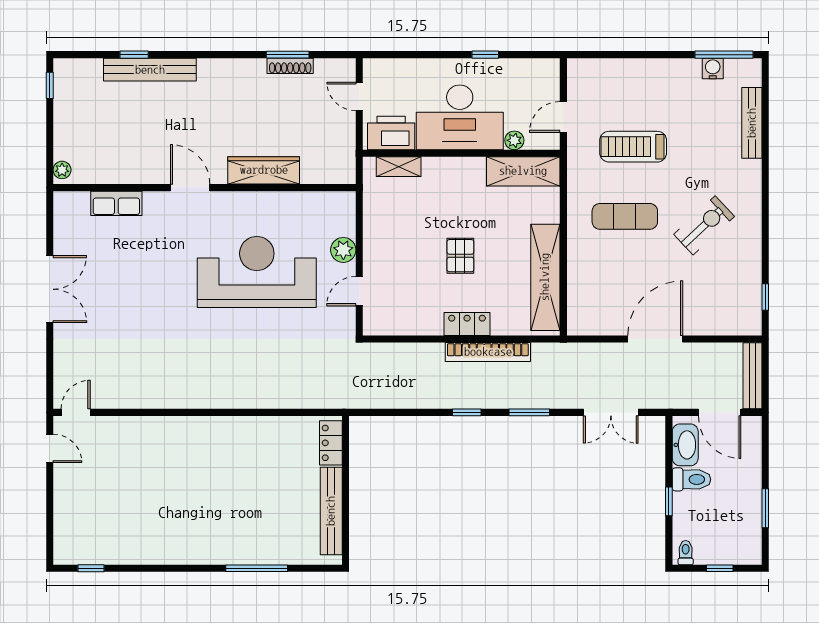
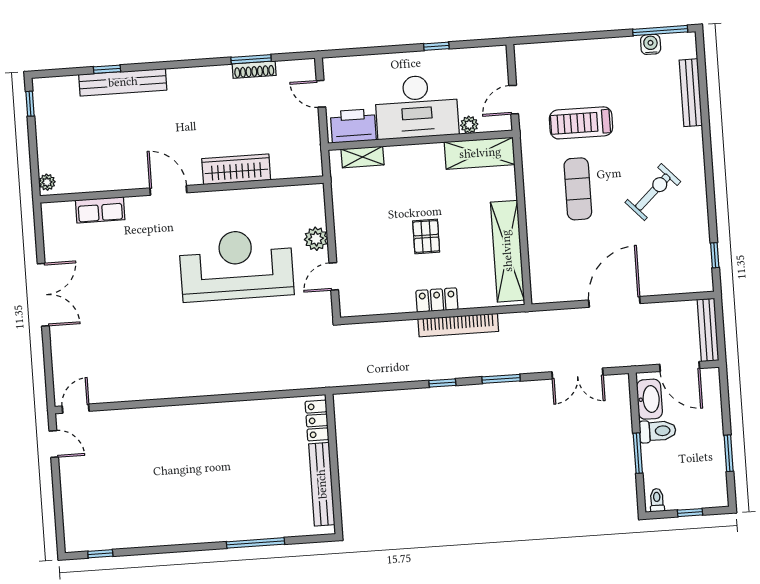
exercise mat: (625, 216) -> (578, 189), turned 90
window: (669, 501) -> (638, 453), width x1.50

